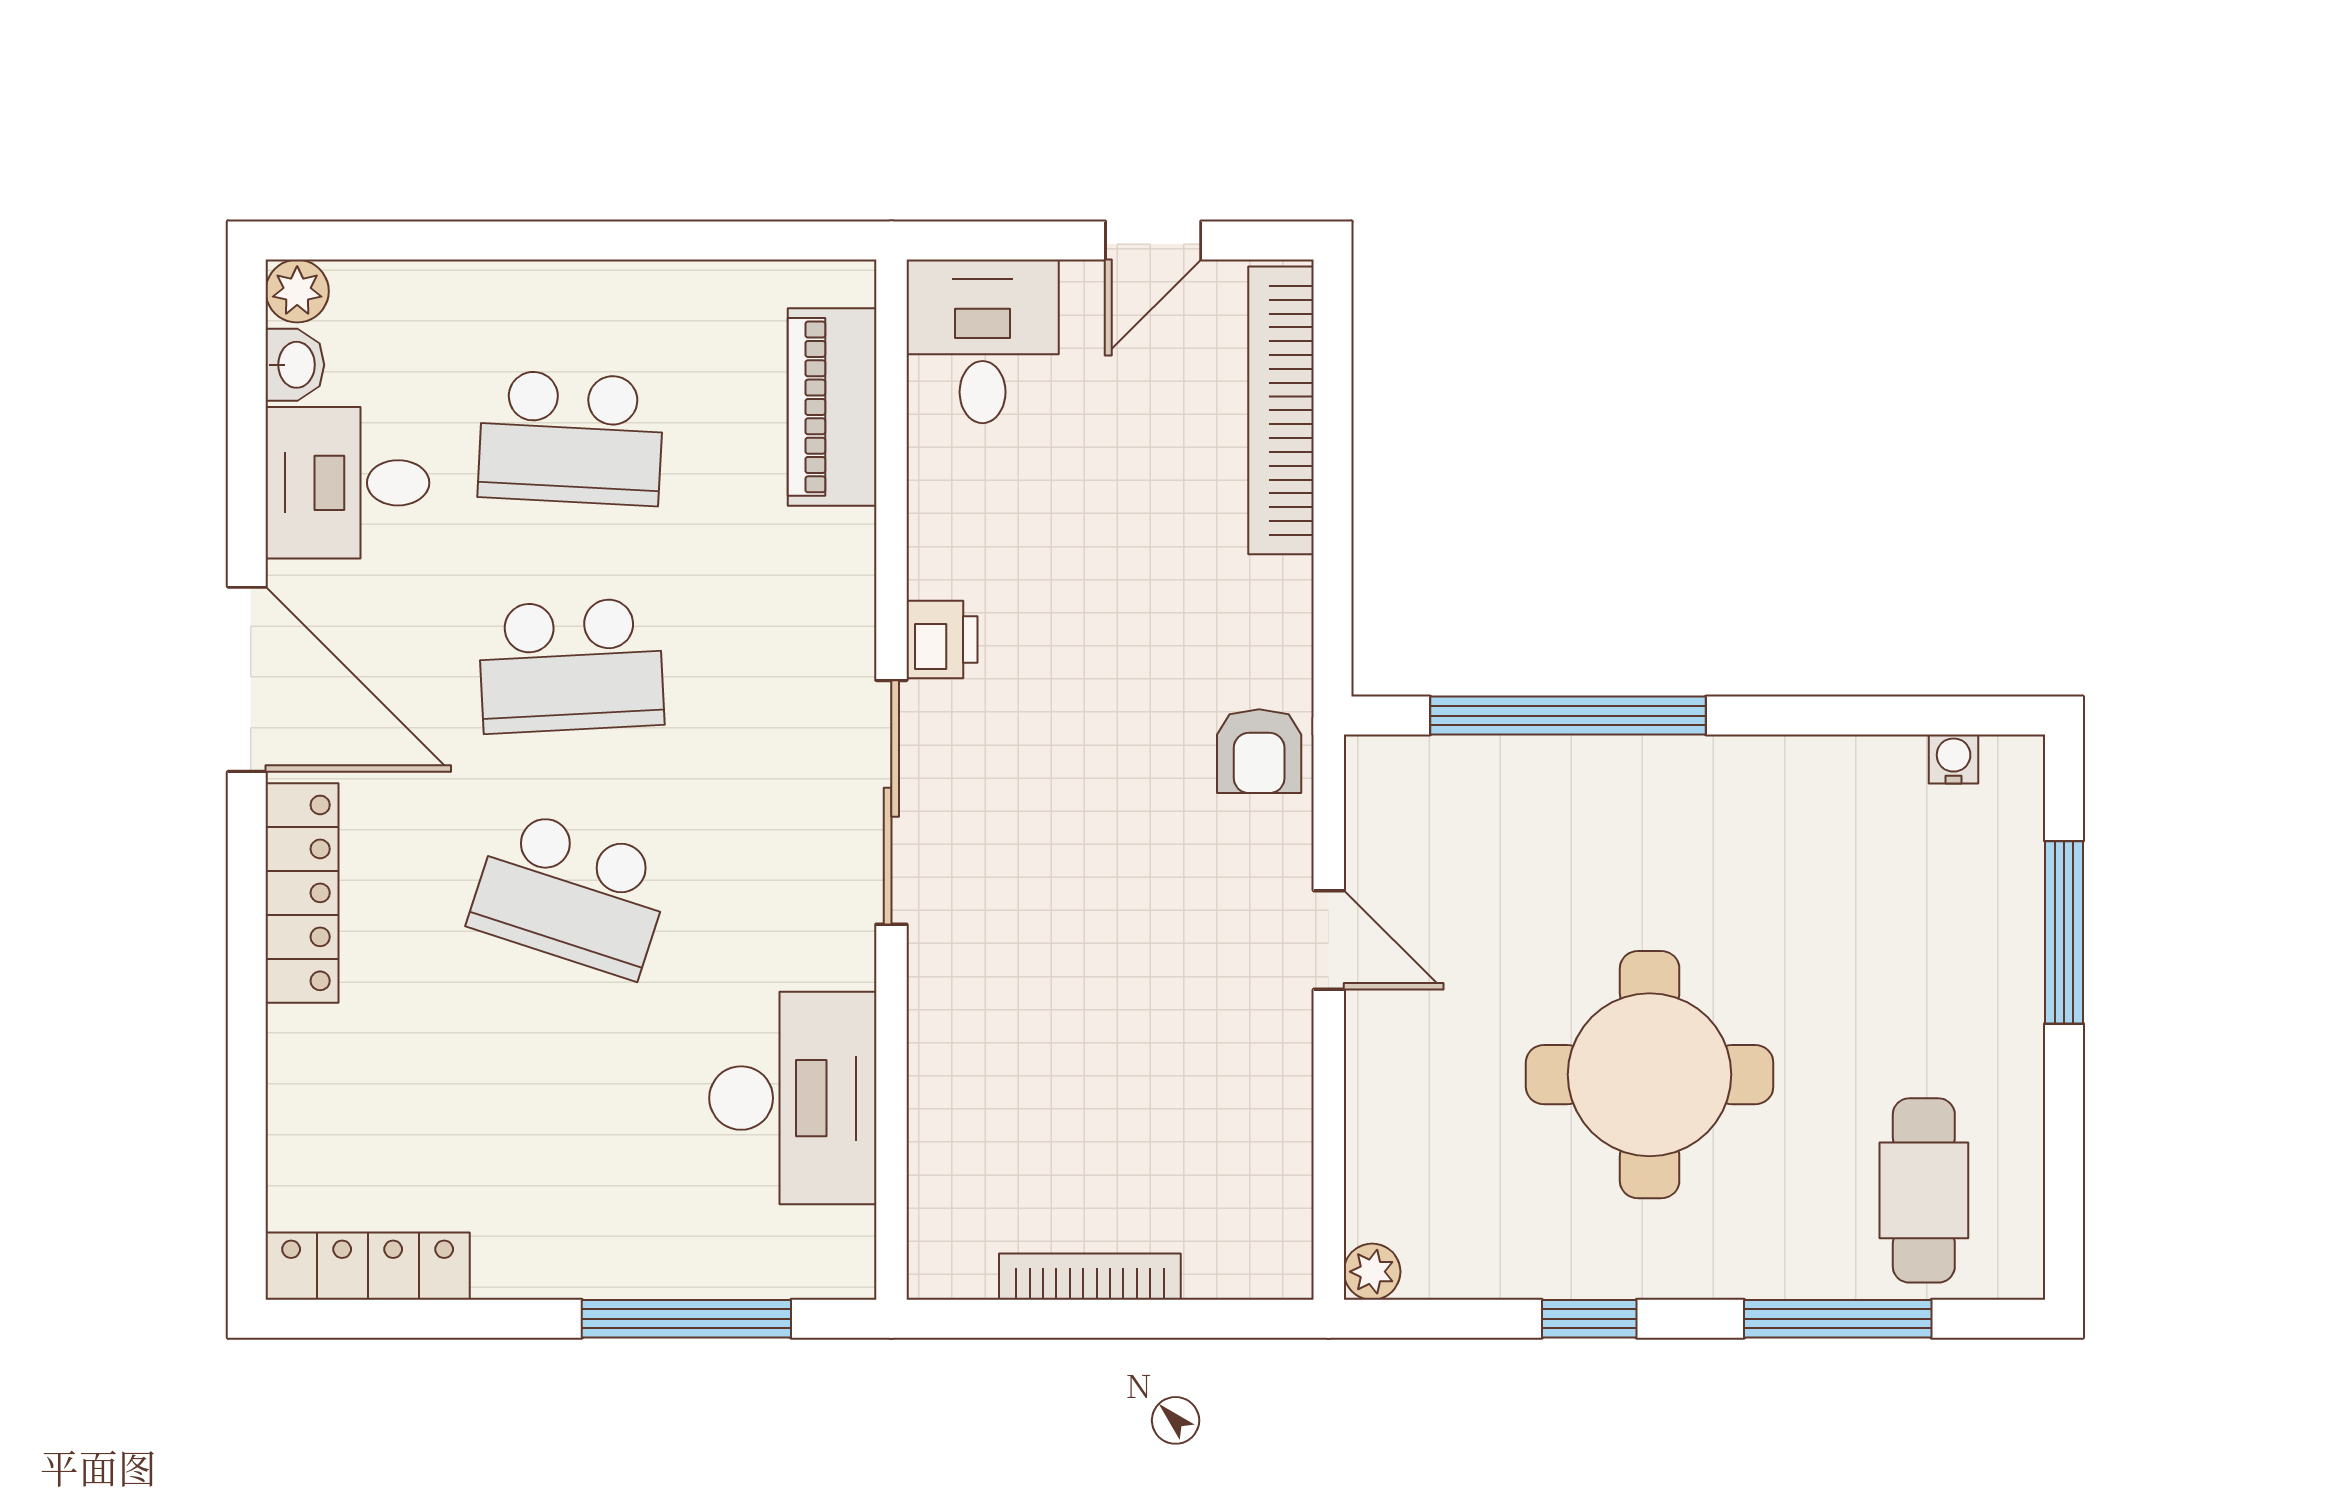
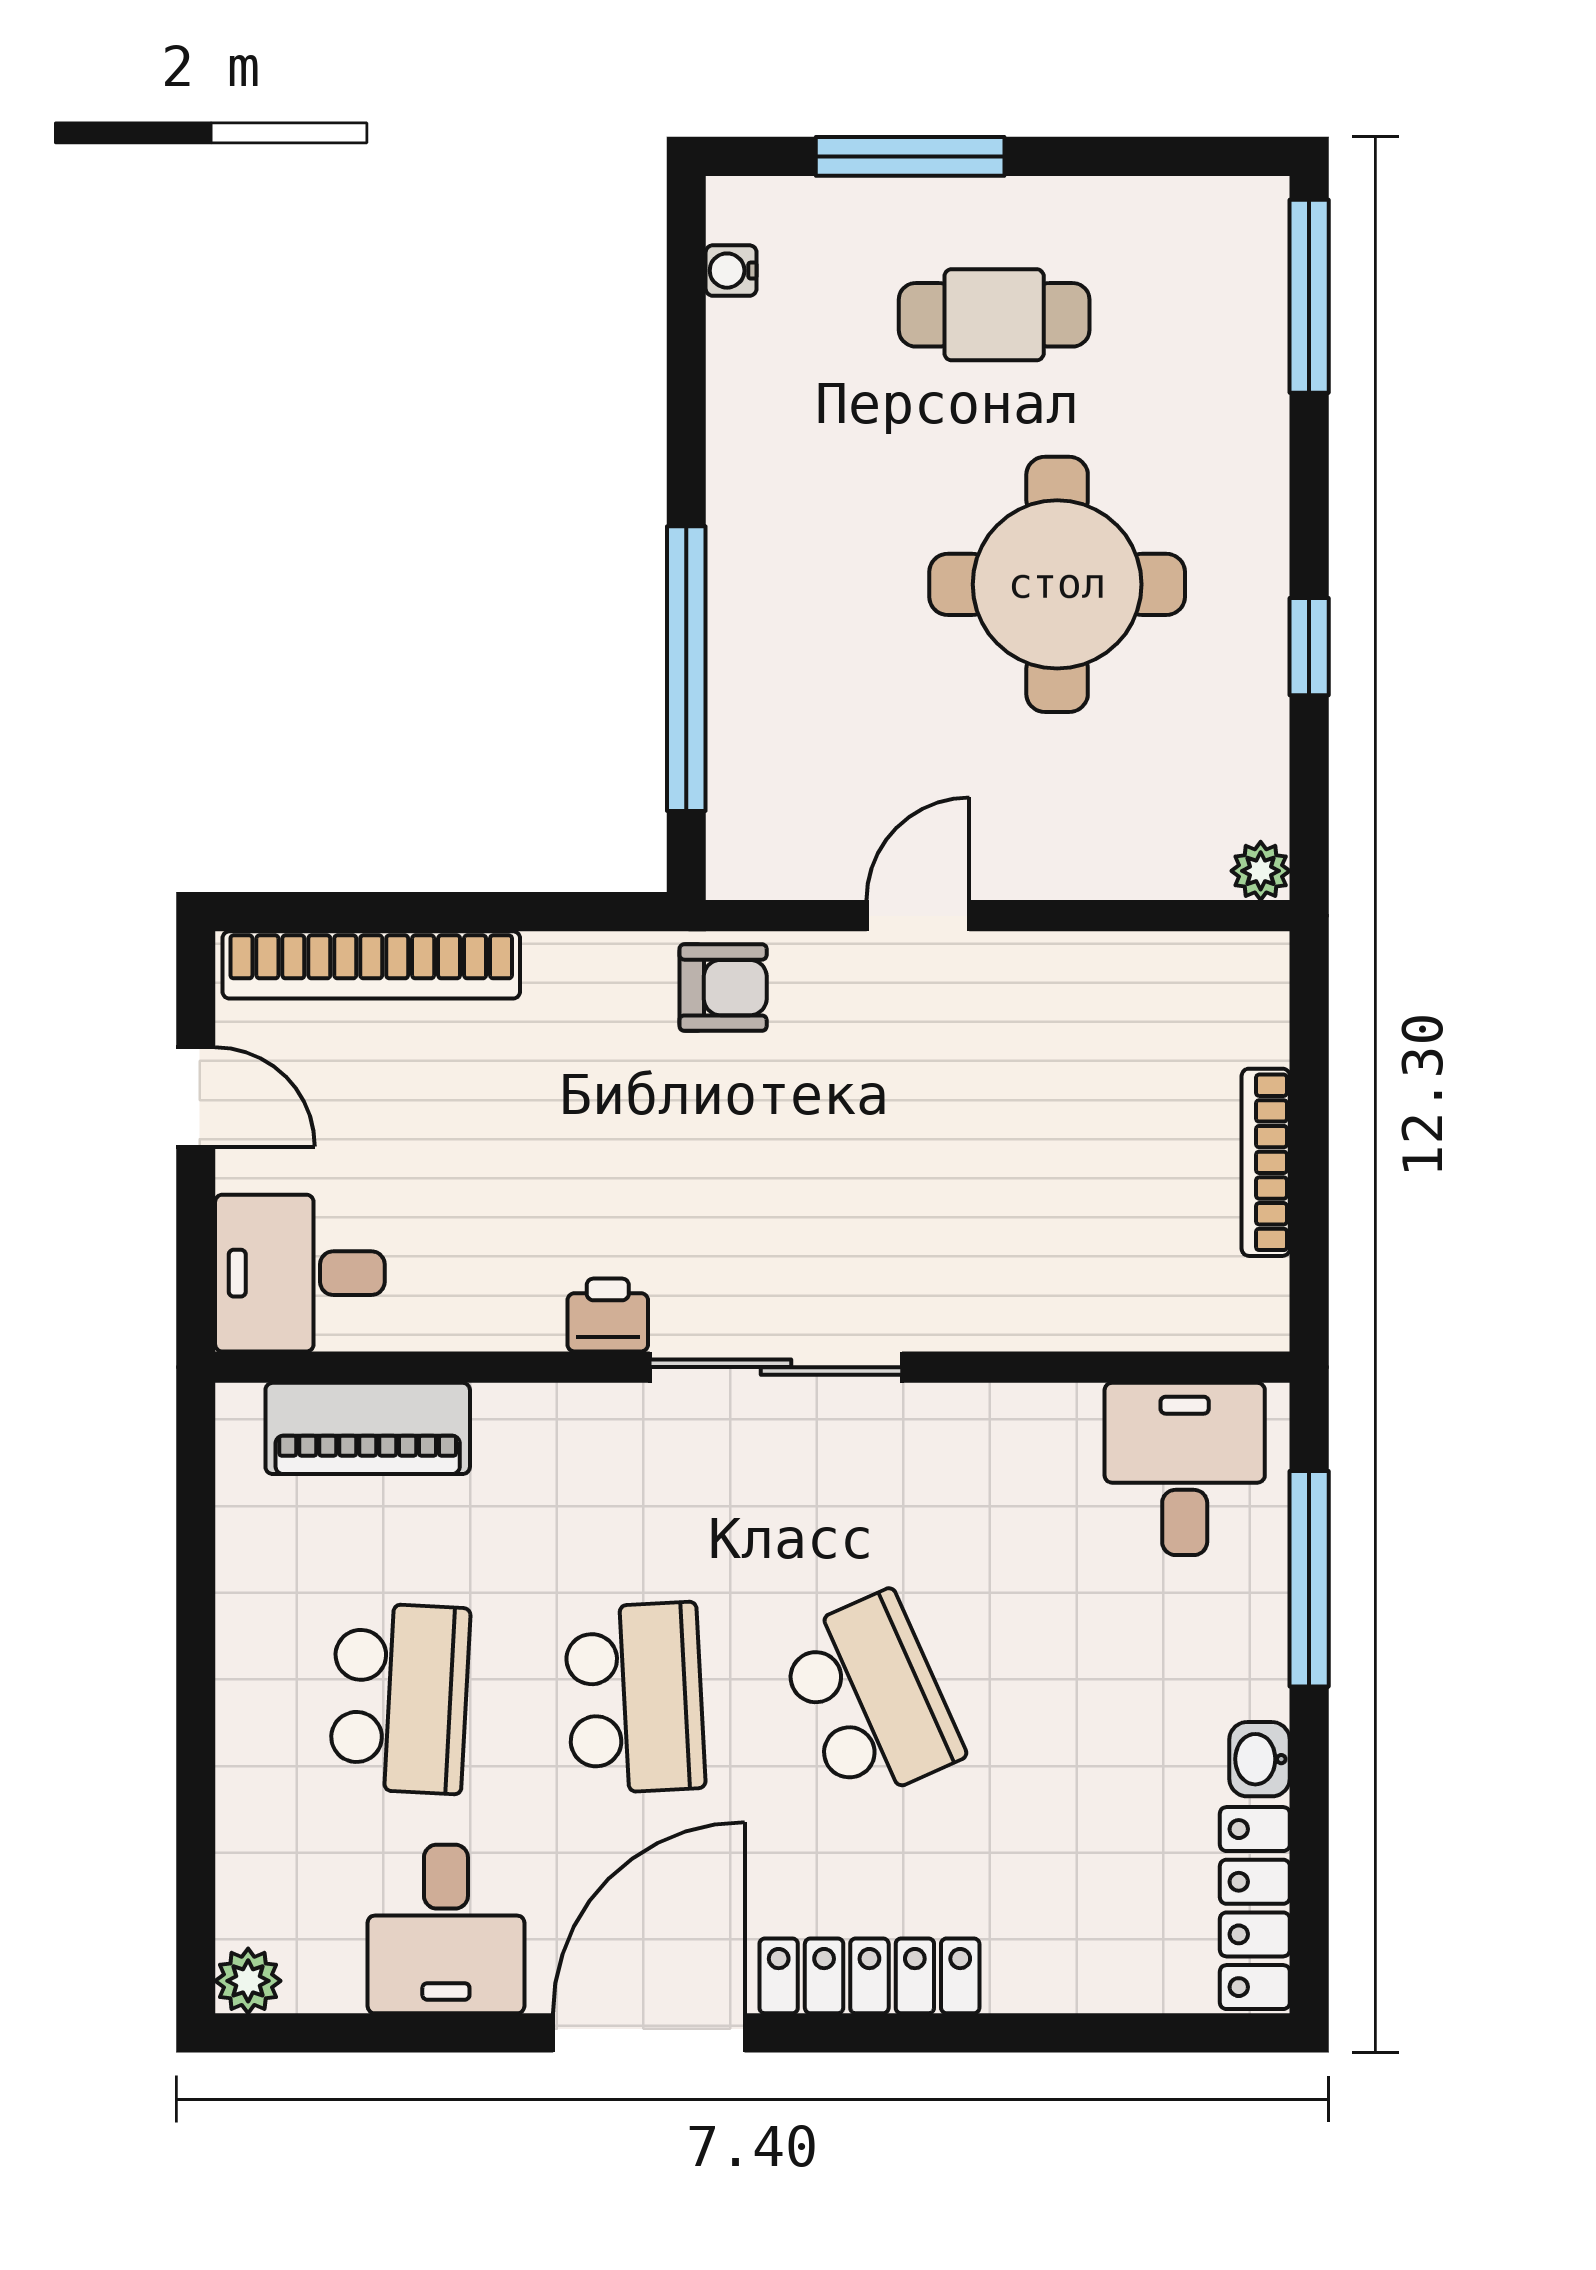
washbasin: (295, 365) -> (1260, 1759), moved, turned -90
school desk: (571, 894) -> (870, 1698), turned -42
desk: (793, 1098) -> (1185, 1469), moved, width x0.73
cafe table: (1924, 1190) -> (994, 315), moved
window: (1838, 1319) -> (1309, 296), moved

